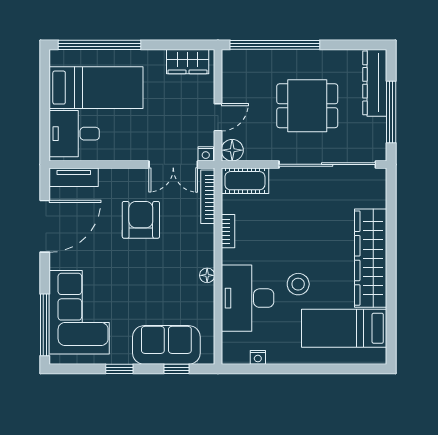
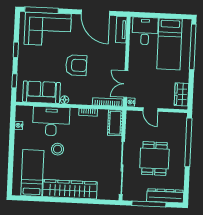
floor lamp: (232, 150) -> (132, 117), removed
armchair: (141, 220) -> (76, 65), moved
sofa: (166, 345) -> (41, 92), moved, turned -90

